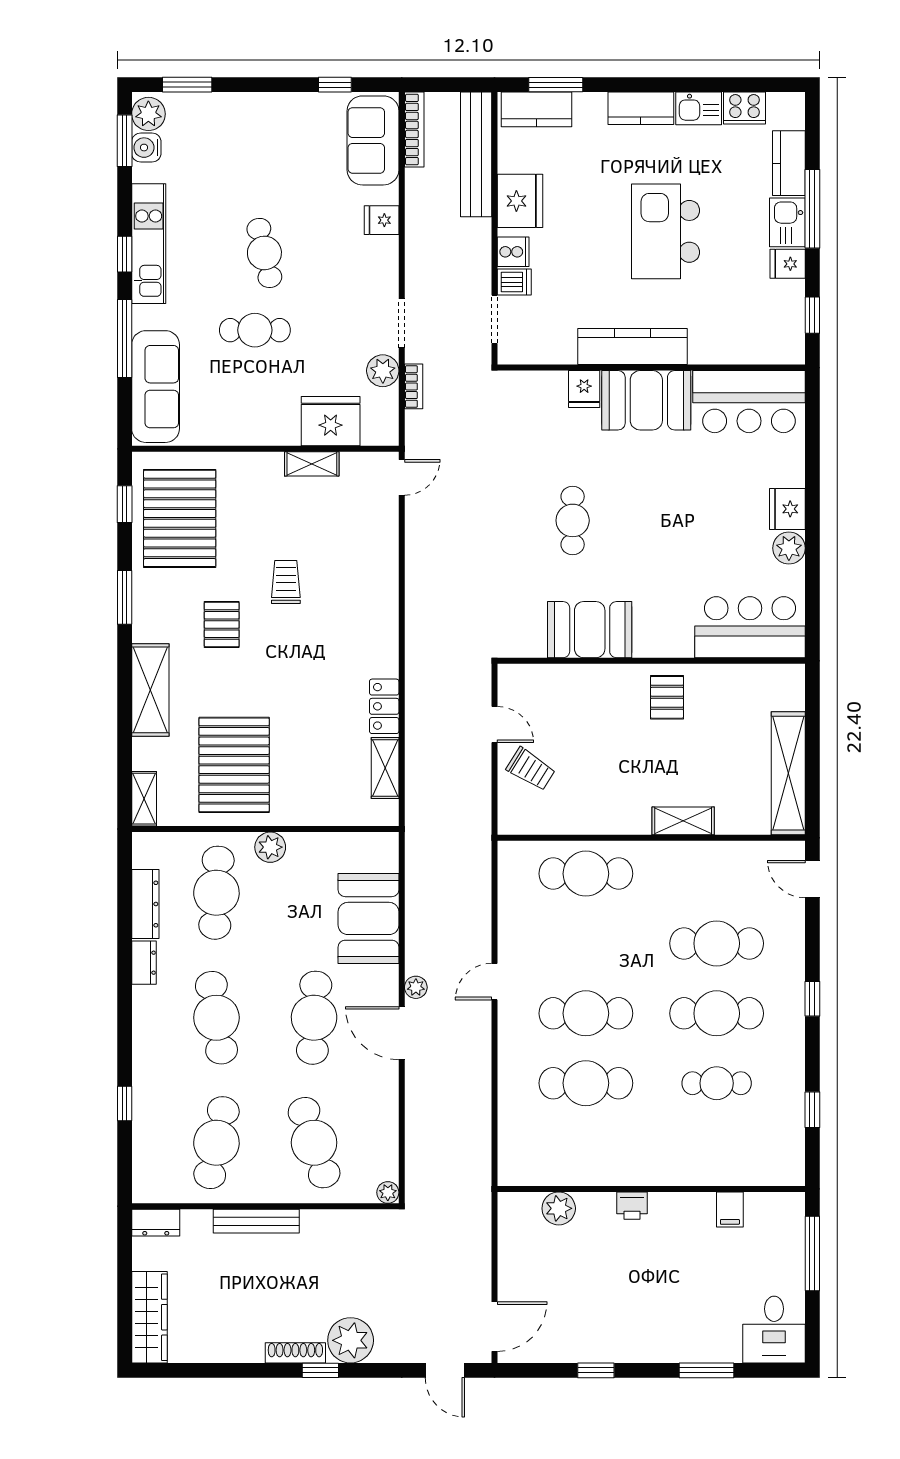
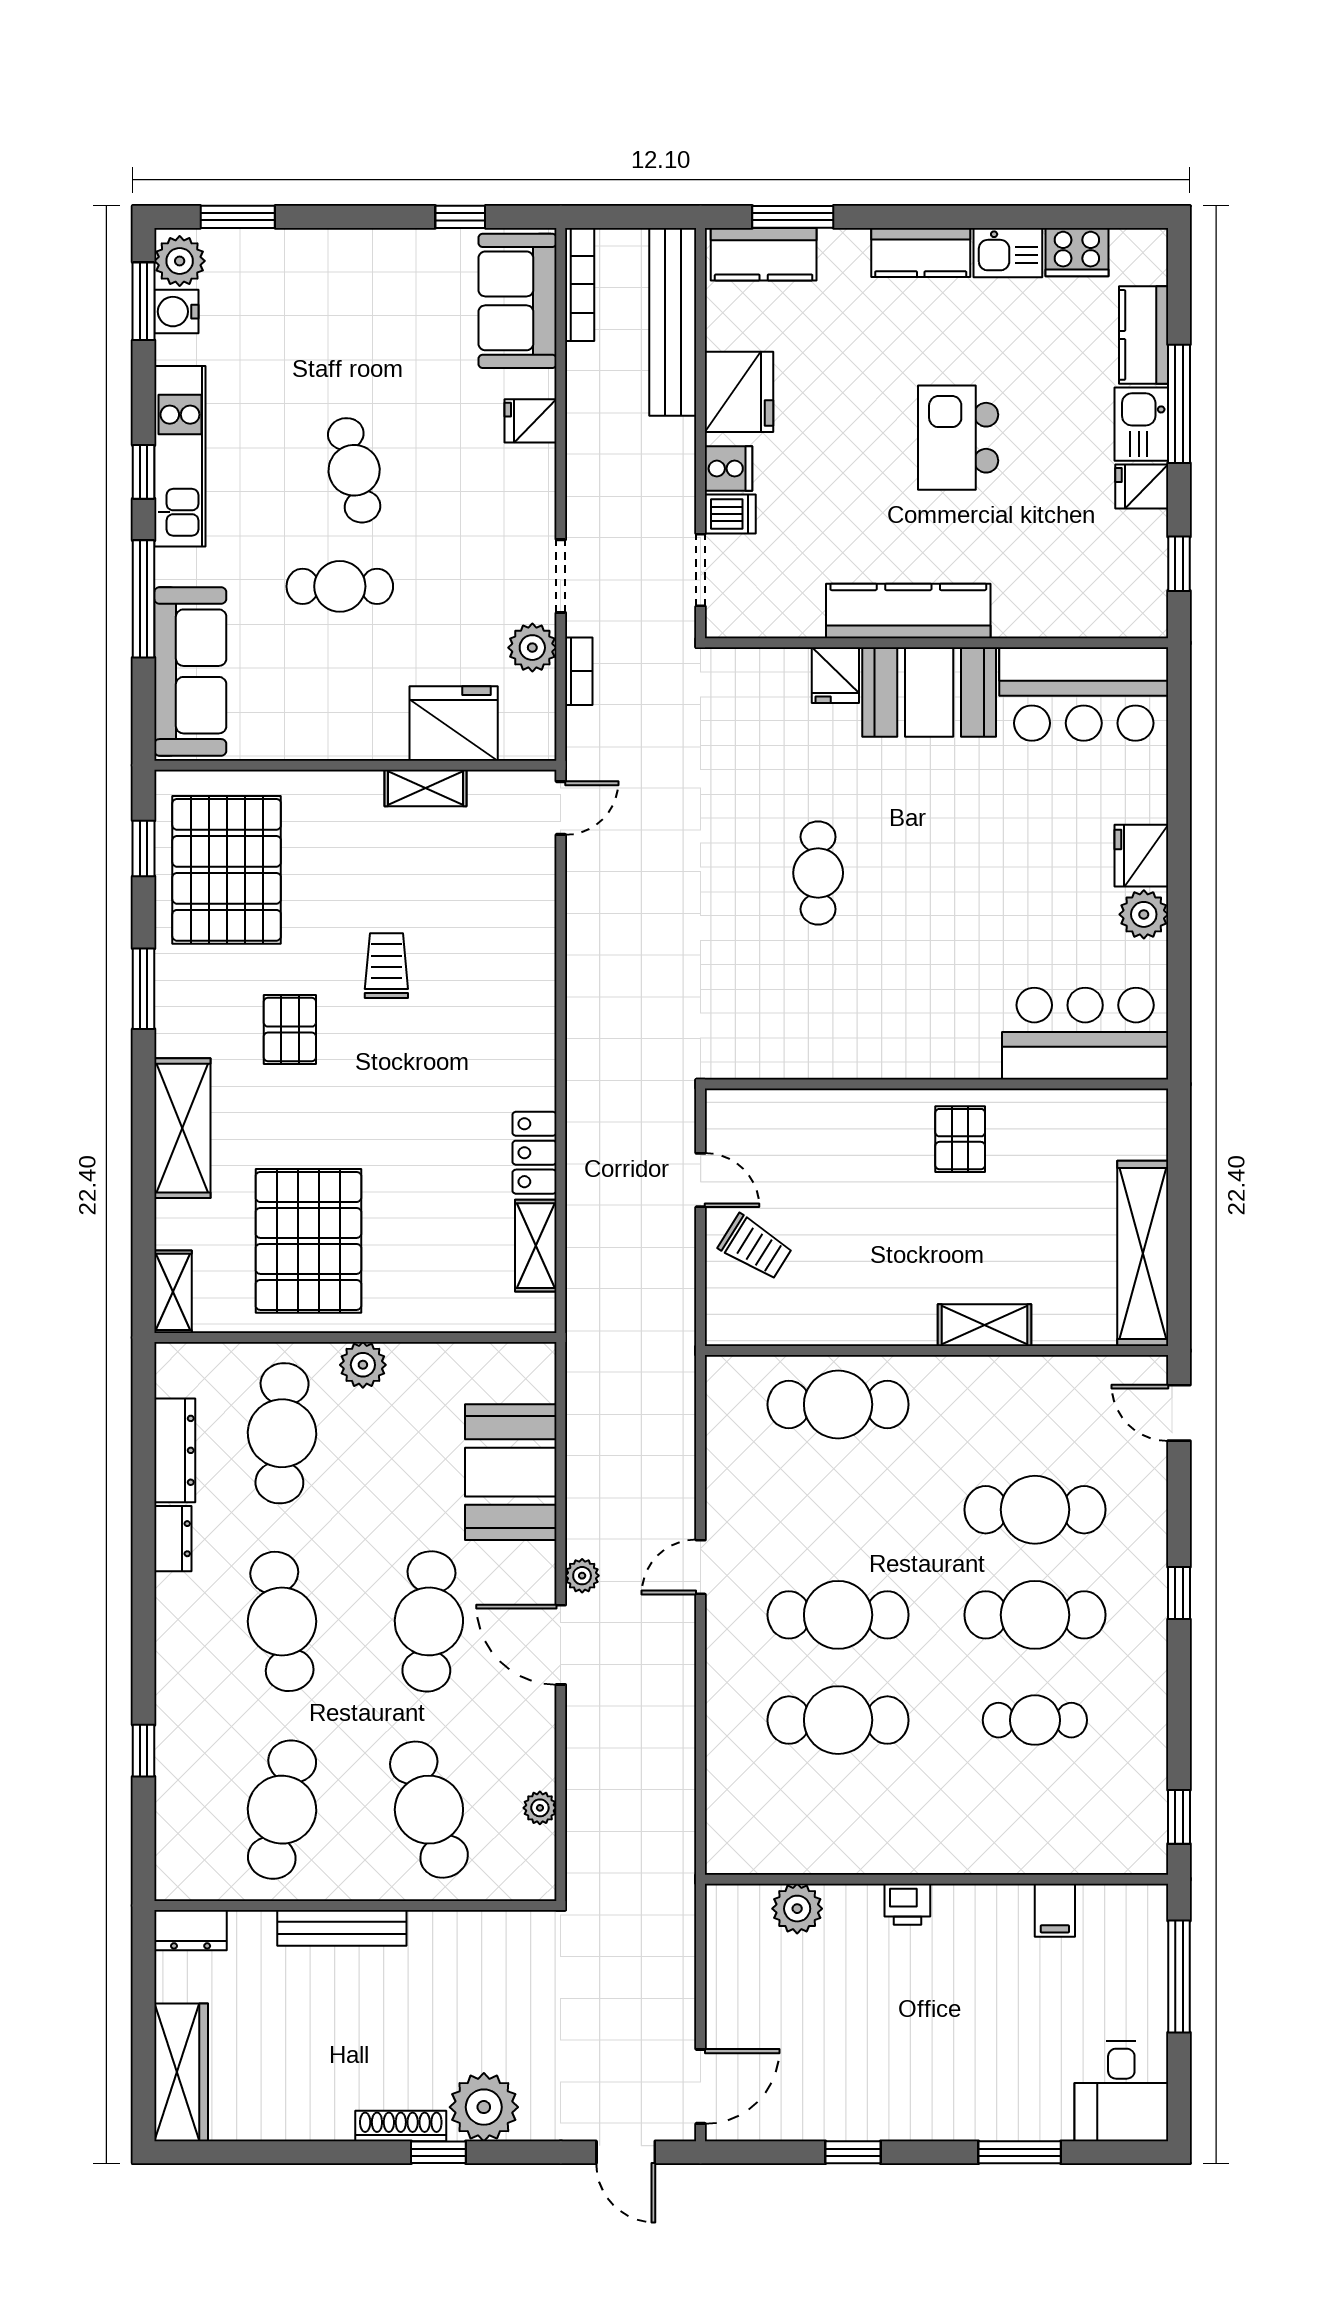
kitchen island: (666, 231) -> (958, 438), width x0.73, depth x0.78
booth: (590, 630) -> (844, 1037), removed
window: (812, 1110) -> (1179, 1817), moved
plant: (388, 1192) -> (540, 1808), moved

